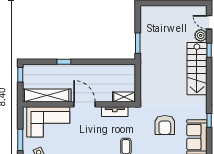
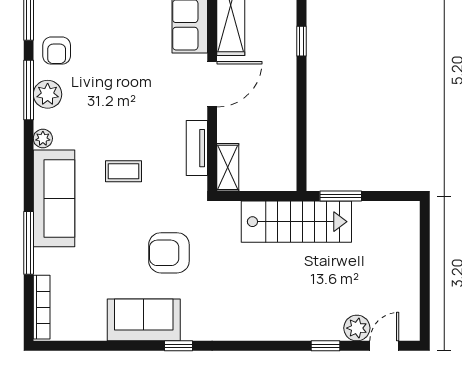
stairs: (197, 69) -> (296, 222), moved, turned 180

